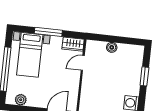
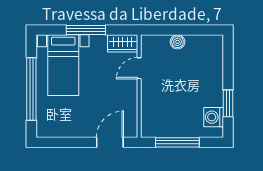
window: (144, 76) -> (228, 103), moved
plant: (21, 100) -> (58, 130), removed

